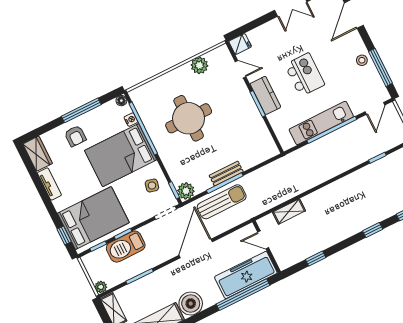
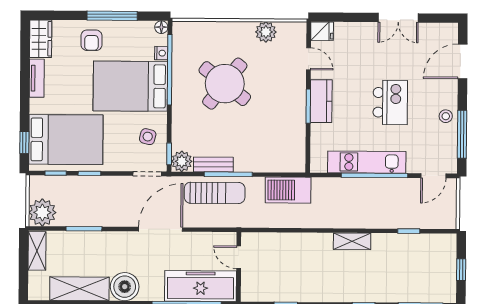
kitchen island: (305, 75) -> (390, 102), moved
round table: (189, 118) -> (225, 84), turned 38
bench: (226, 174) -> (213, 164), moved
shelving: (289, 212) -> (352, 241), moved
barbecue: (126, 247) -> (288, 190), moved
plant: (101, 287) -> (42, 212), width x1.87, depth x1.87

